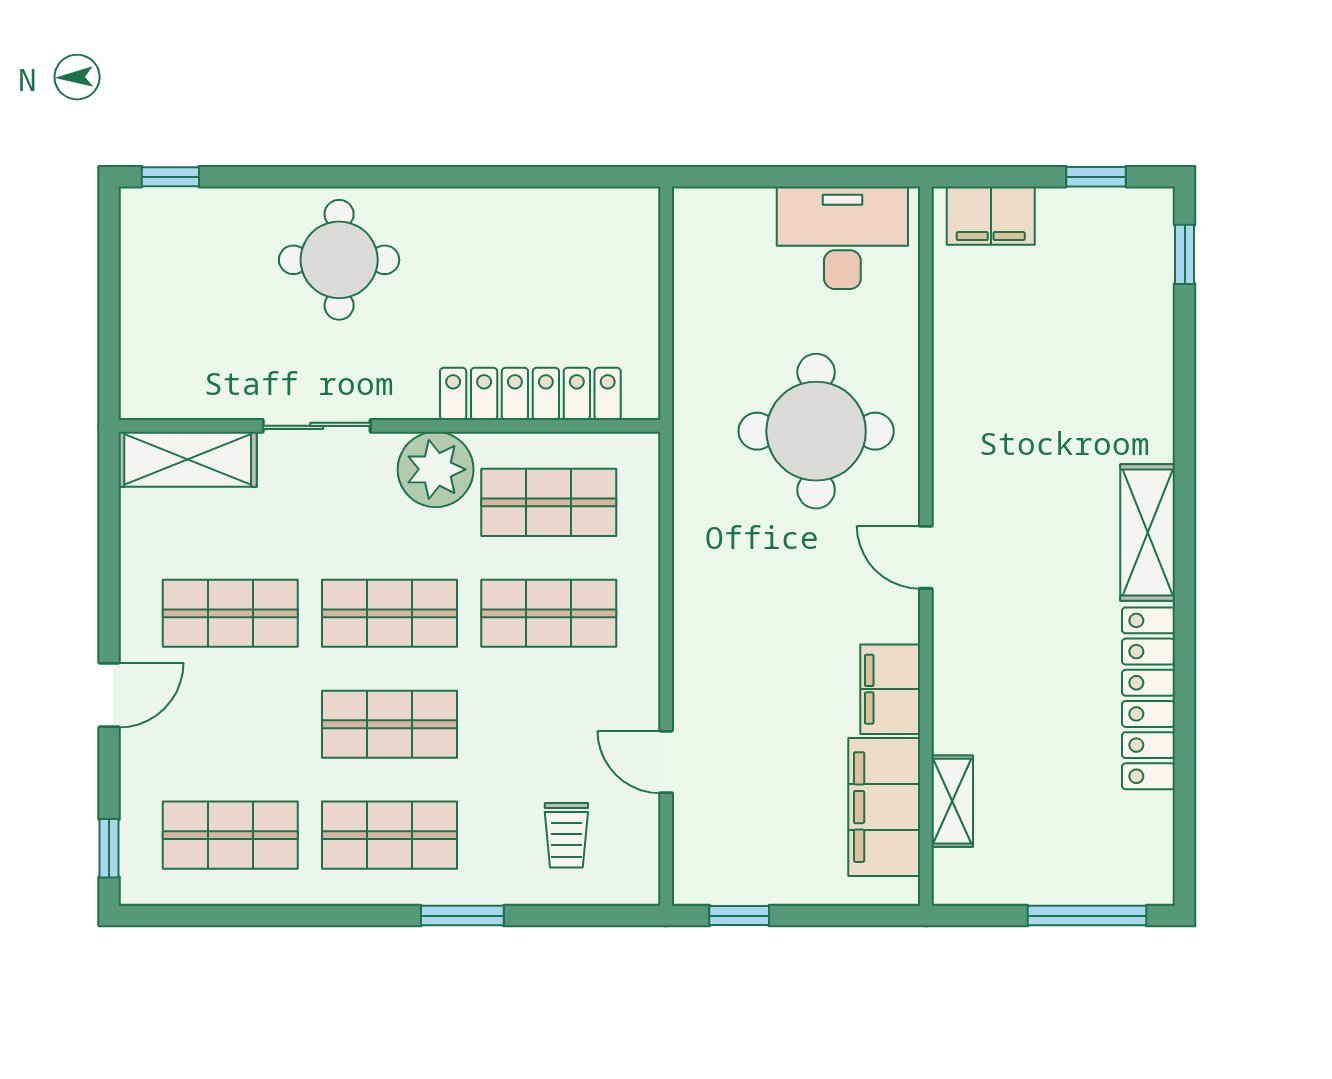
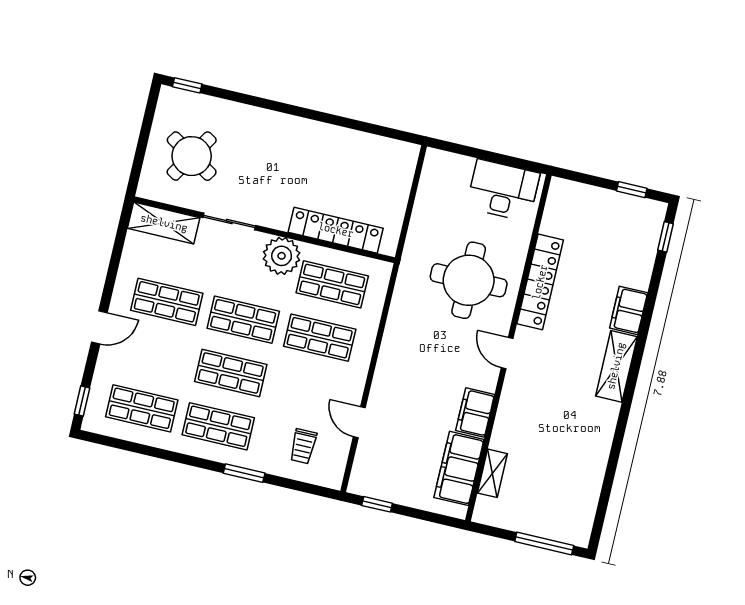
filing cabinet: (991, 216) -> (629, 310), moved, turned 90
round table: (339, 260) -> (192, 156), moved, turned 32
locker: (1148, 698) -> (540, 282), moved, turned 180

